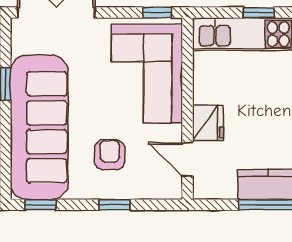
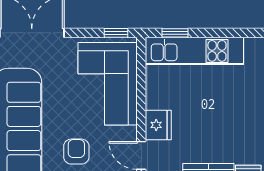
window: (259, 13) -> (175, 33), moved

